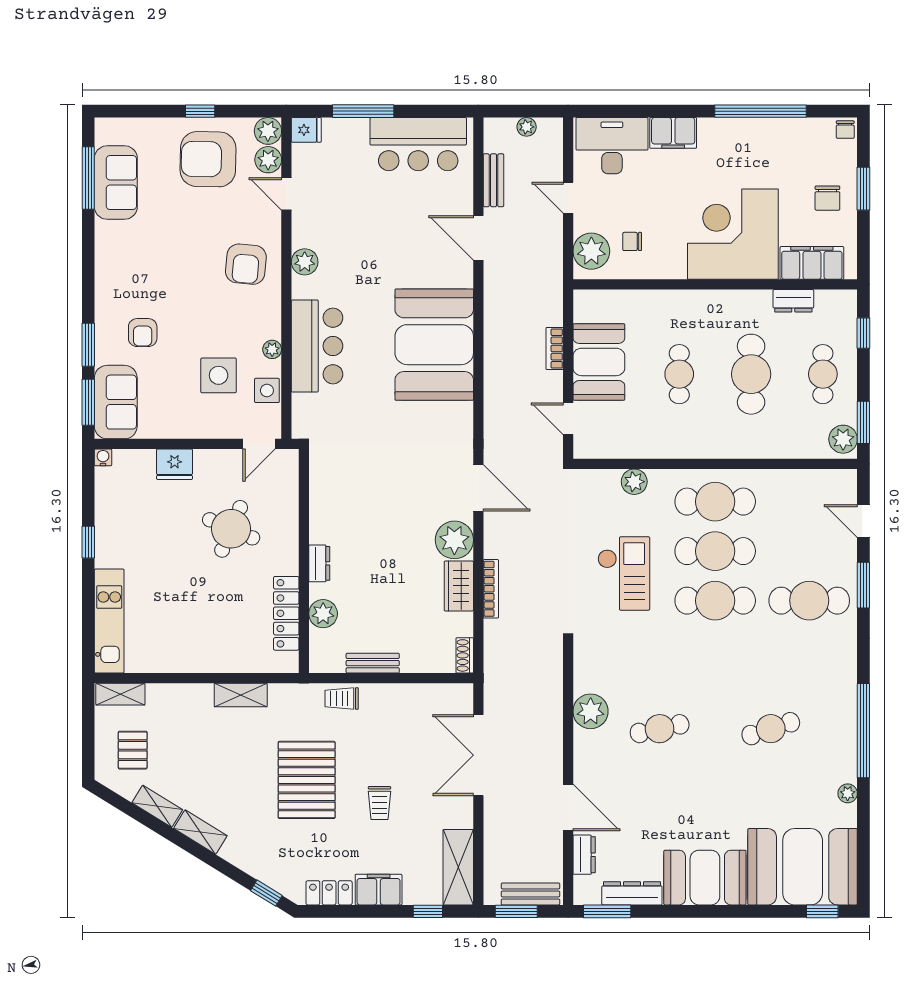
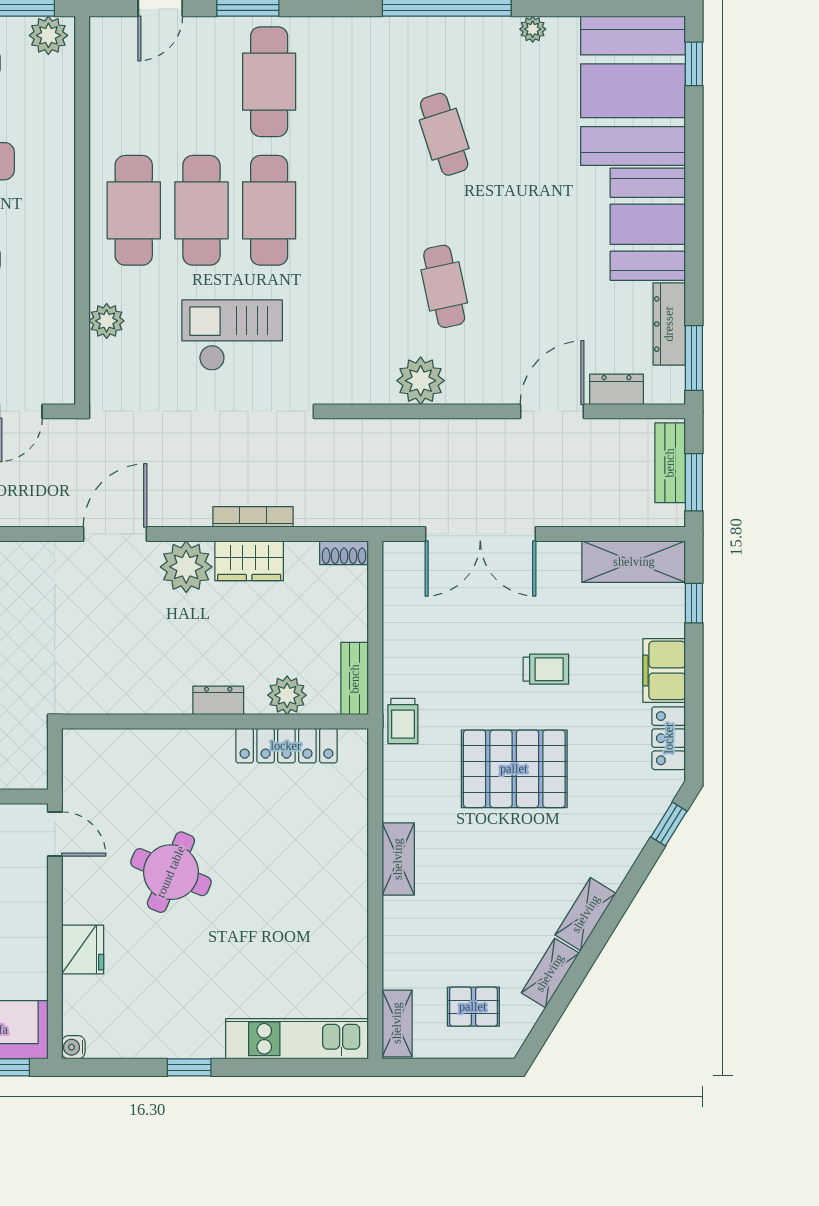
wall: (304, 561) -> (215, 721), moved
dresser: (319, 563) -> (218, 700), moved
locker: (286, 613) -> (286, 746), moved
plant: (323, 614) -> (287, 695), moved

